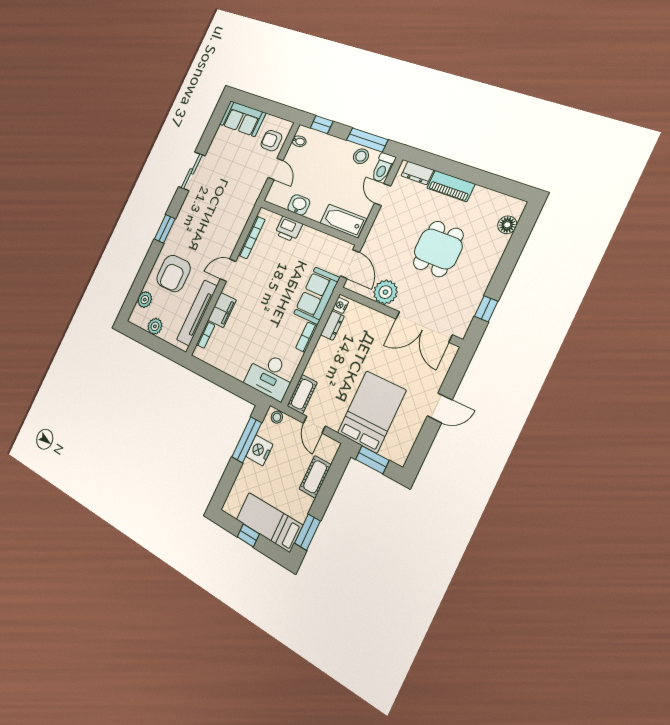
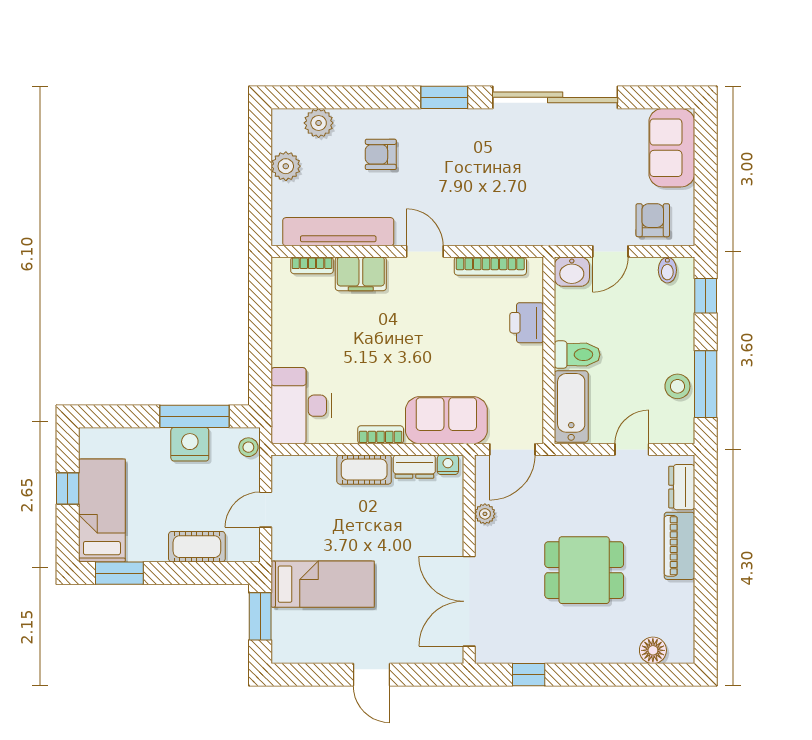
toilet: (383, 168) -> (577, 355), moved, turned 180
sliding door: (192, 171) -> (555, 97), width x1.86
washbasin: (299, 205) -> (572, 272), moved, turned 90
armchair: (173, 273) -> (381, 154), width x0.53, depth x0.53
plant: (385, 292) -> (485, 514), width x0.53, depth x0.53
cot: (302, 394) -> (364, 470), moved
bed: (372, 412) -> (323, 584), width x0.67

